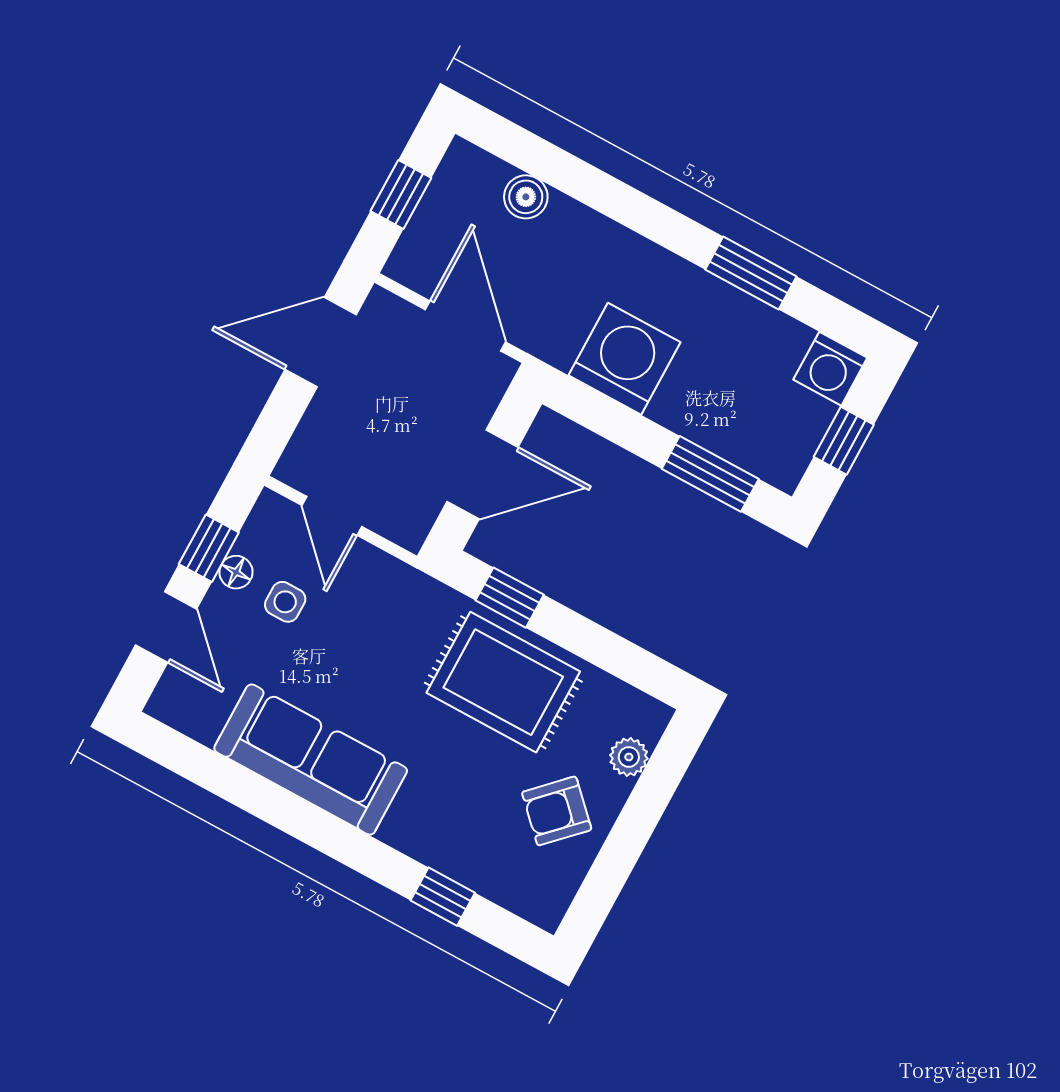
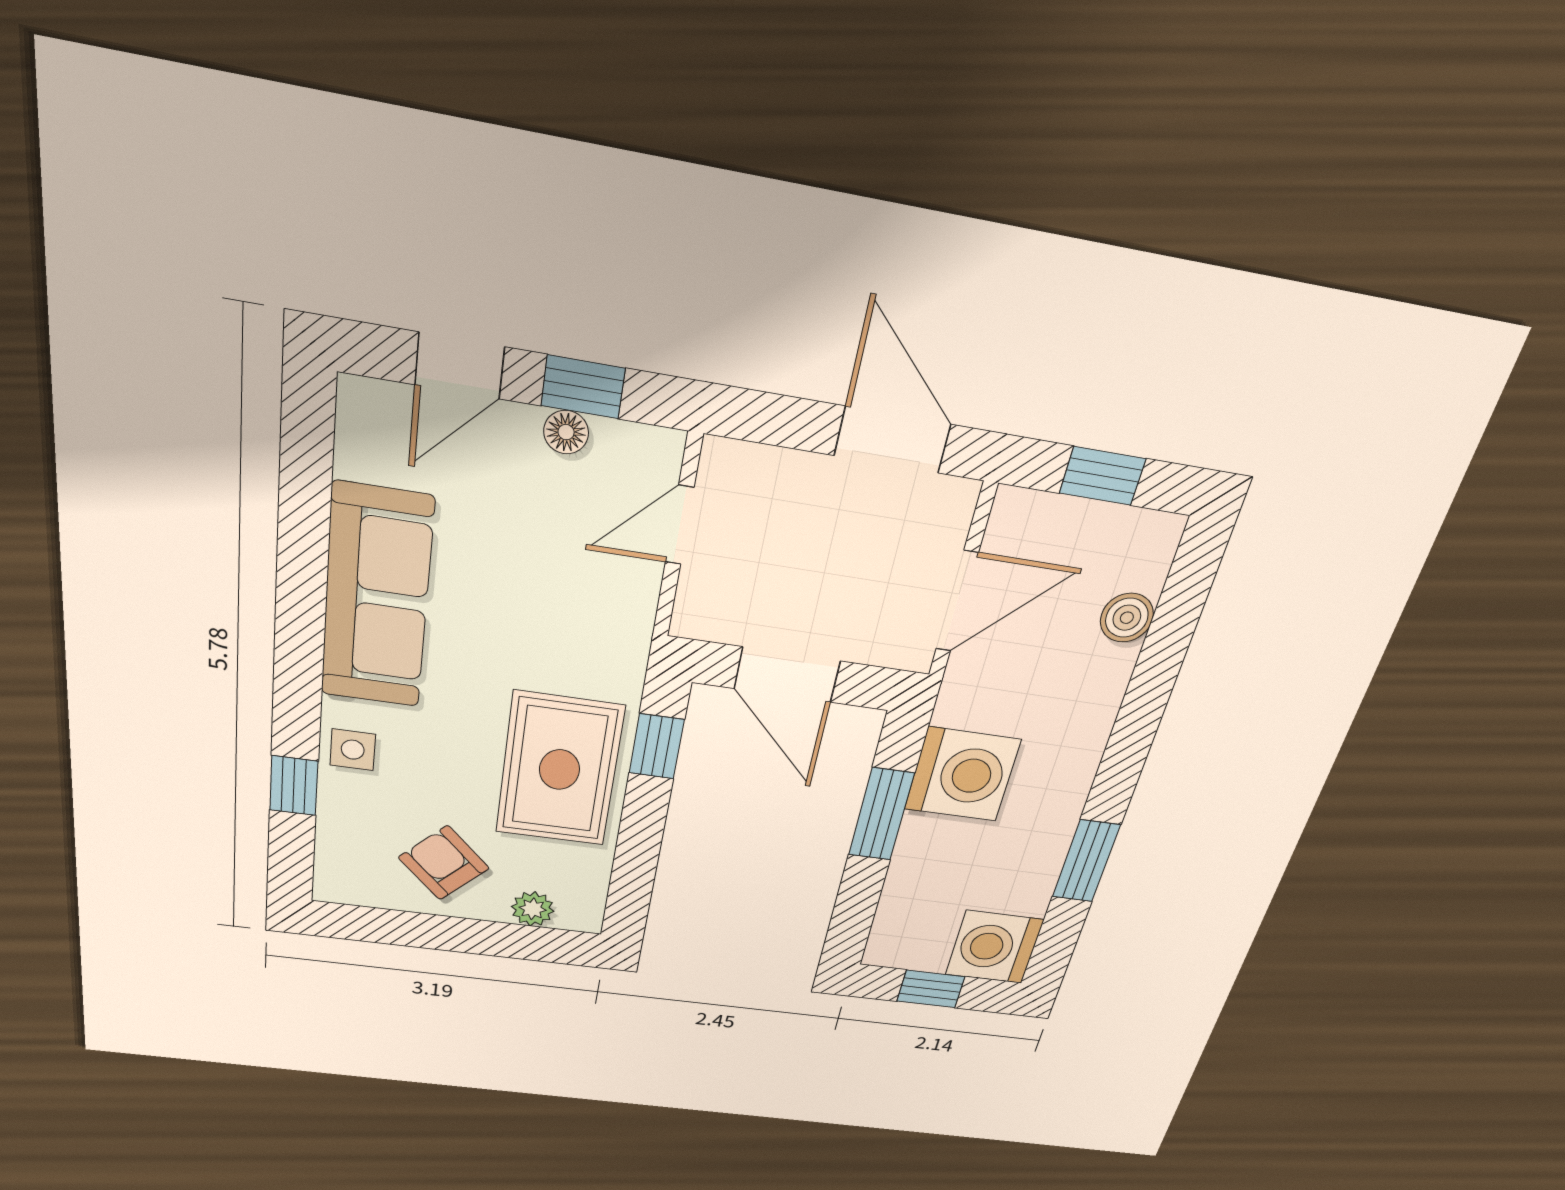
washing machine: (830, 369) -> (994, 947), width x1.37, depth x1.37
window: (710, 474) -> (881, 814), moved
side table: (285, 602) -> (353, 750), moved

